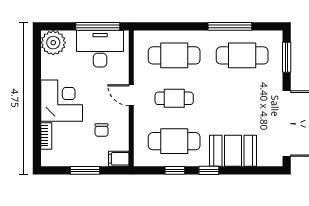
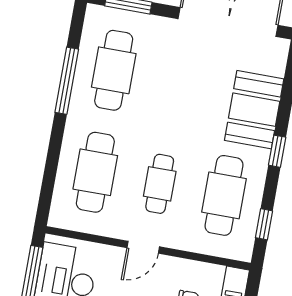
window: (175, 170) -> (264, 224), moved

